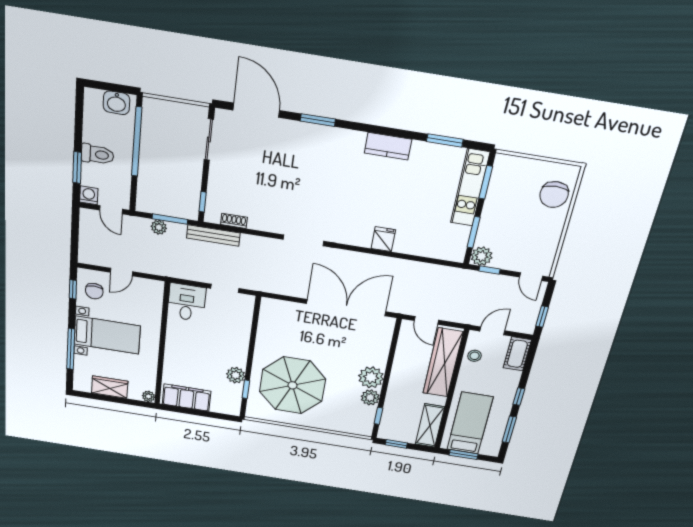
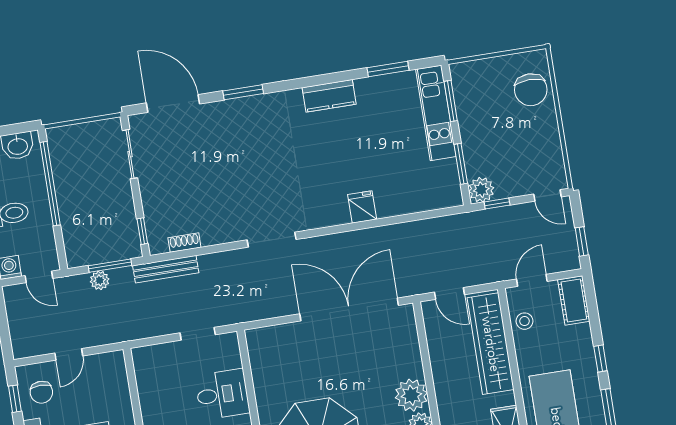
desk: (187, 302) -> (222, 394), moved, turned 90

